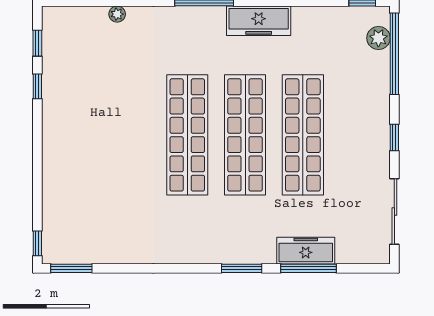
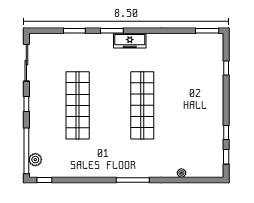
freezer: (259, 21) -> (102, 169), removed
shop shelf: (245, 135) -> (110, 105), removed
window: (37, 243) -> (226, 68), moved
freezer: (306, 251) -> (130, 41), moved
window: (309, 268) -> (74, 31), width x0.69

